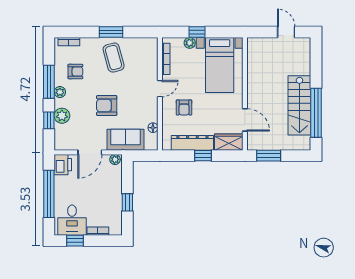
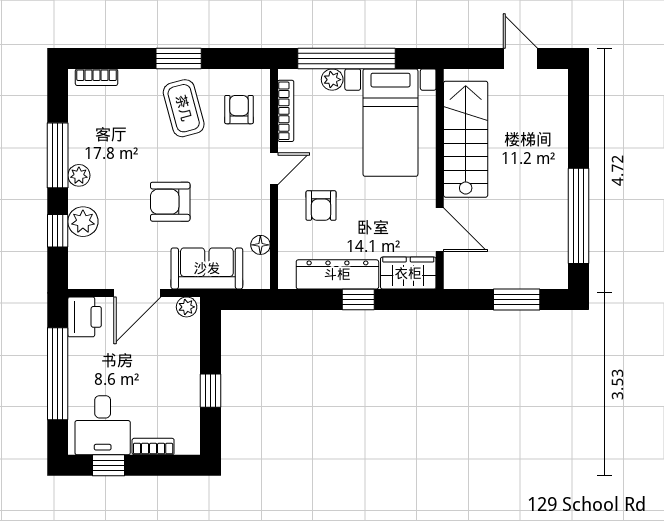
window: (197, 32) -> (346, 58), width x3.17
armchair: (75, 72) -> (239, 110), moved, turned -90
stairs: (299, 105) -> (466, 139), moved, turned 180
window: (269, 156) -> (517, 299), moved

